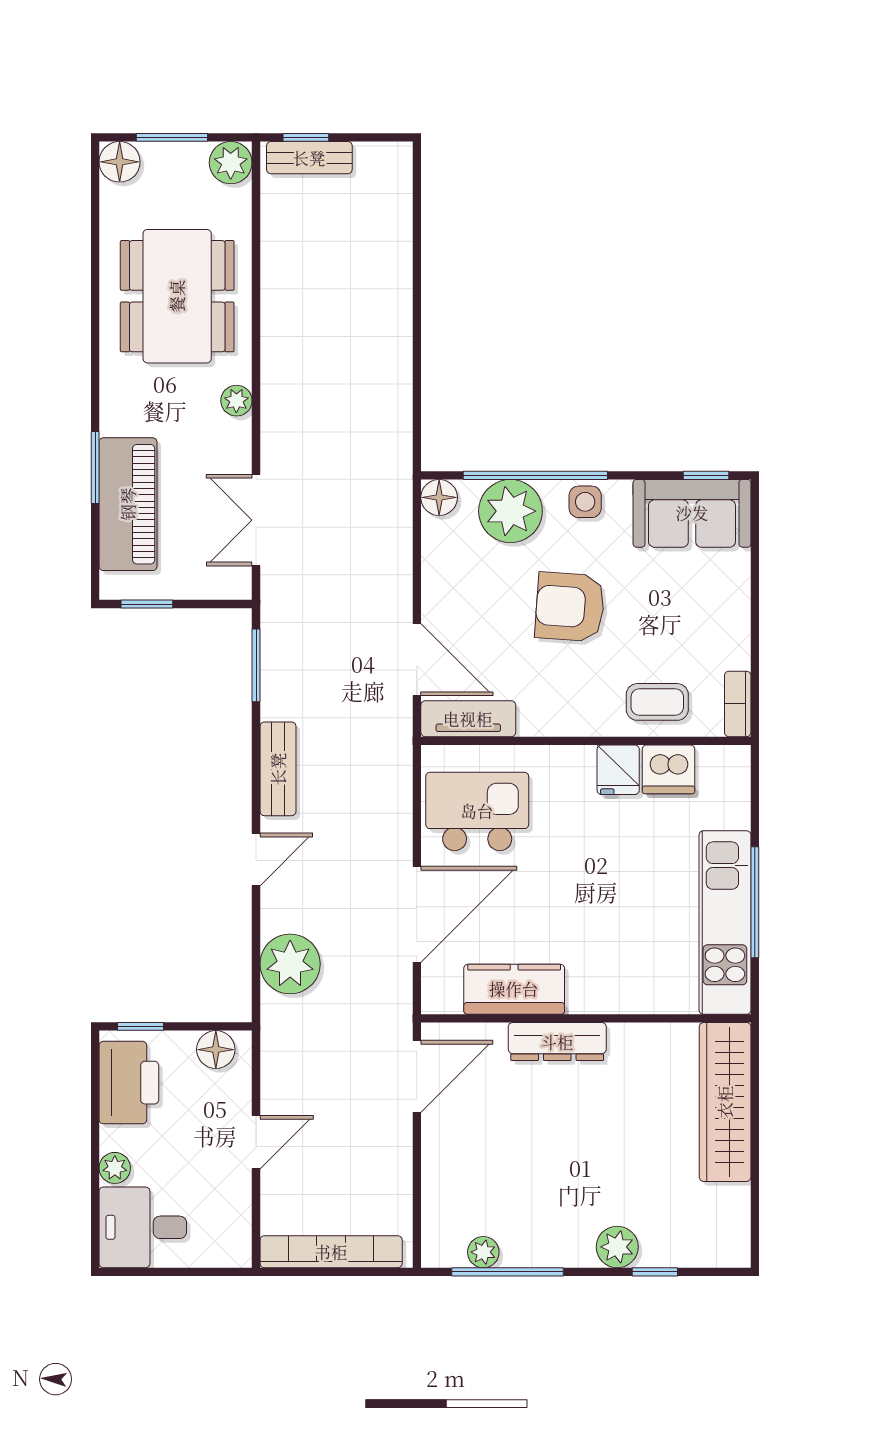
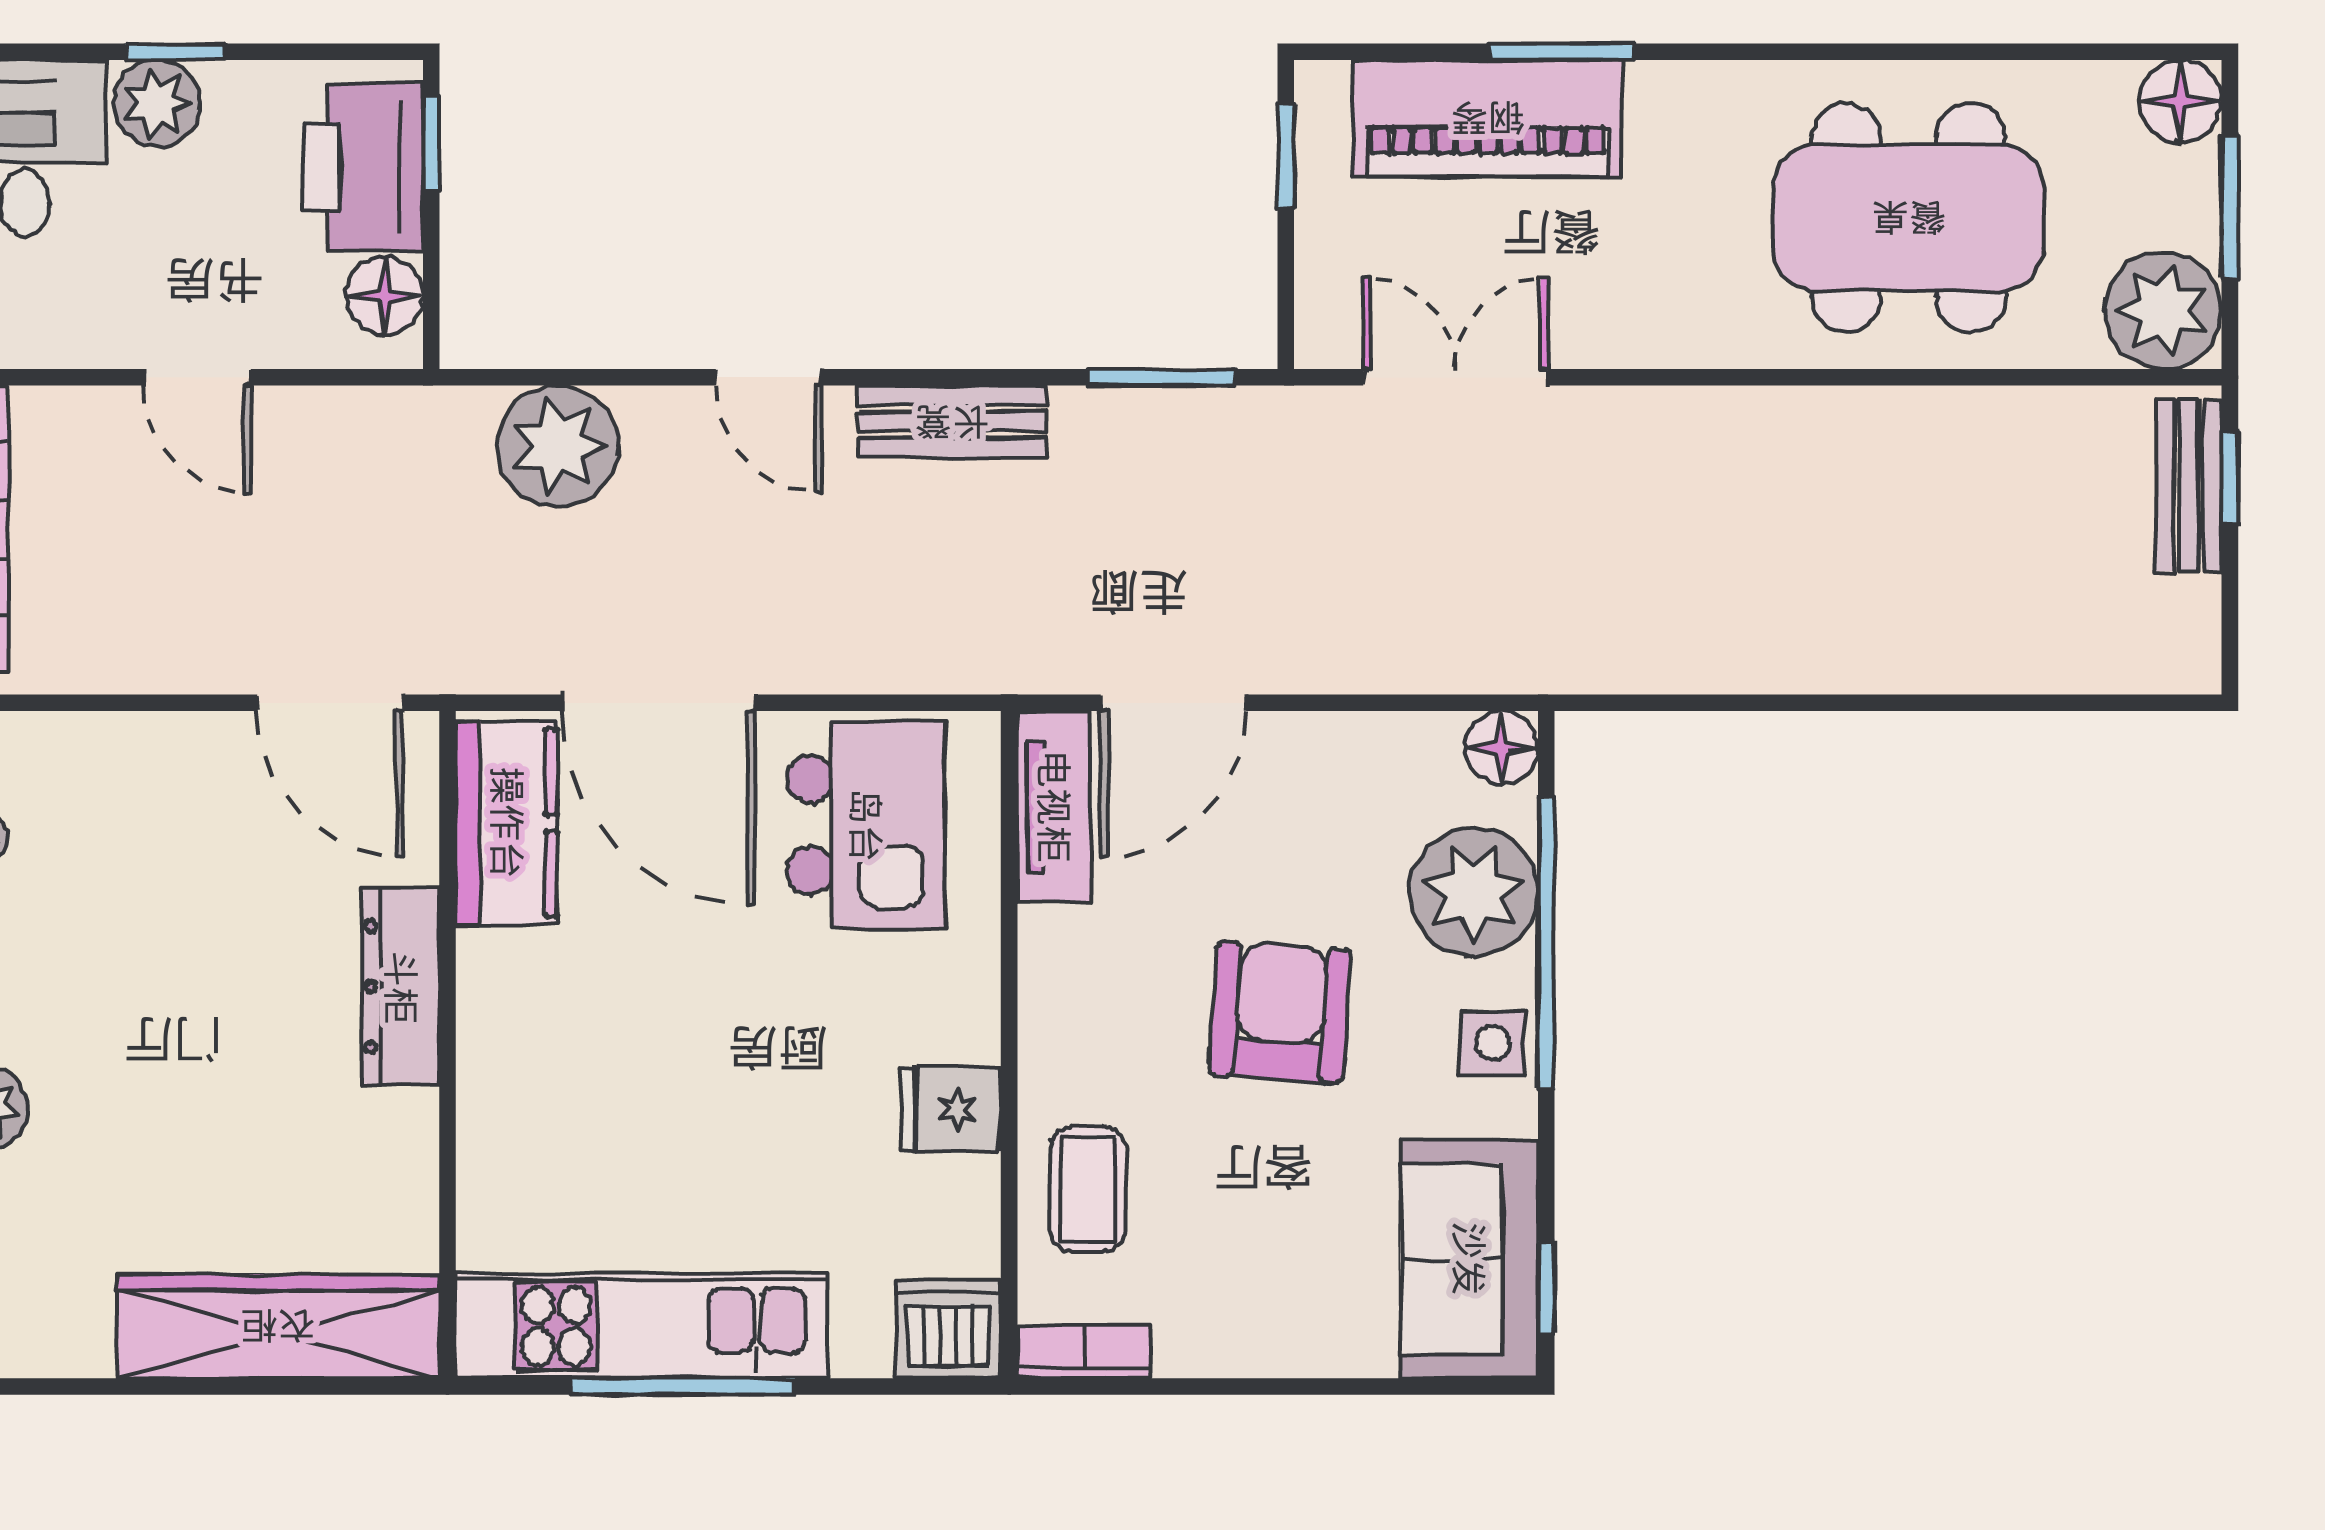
plant: (231, 163) -> (2163, 310), width x1.36, depth x1.36
plant: (236, 401) -> (1697, 338), removed
dishwasher: (668, 769) -> (948, 1329), moved, turned 90
kitchen counter: (514, 989) -> (507, 823), moved
printer: (129, 1083) -> (363, 167), moved, turned 90
window: (95, 1153) -> (175, 52), added
plant: (115, 1168) -> (157, 103), width x1.38, depth x1.38

